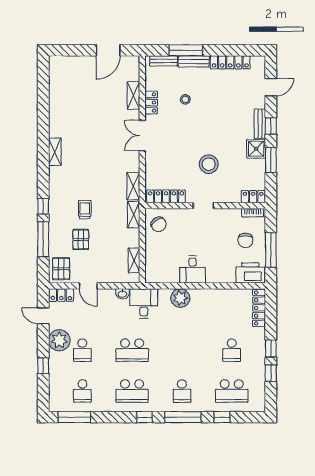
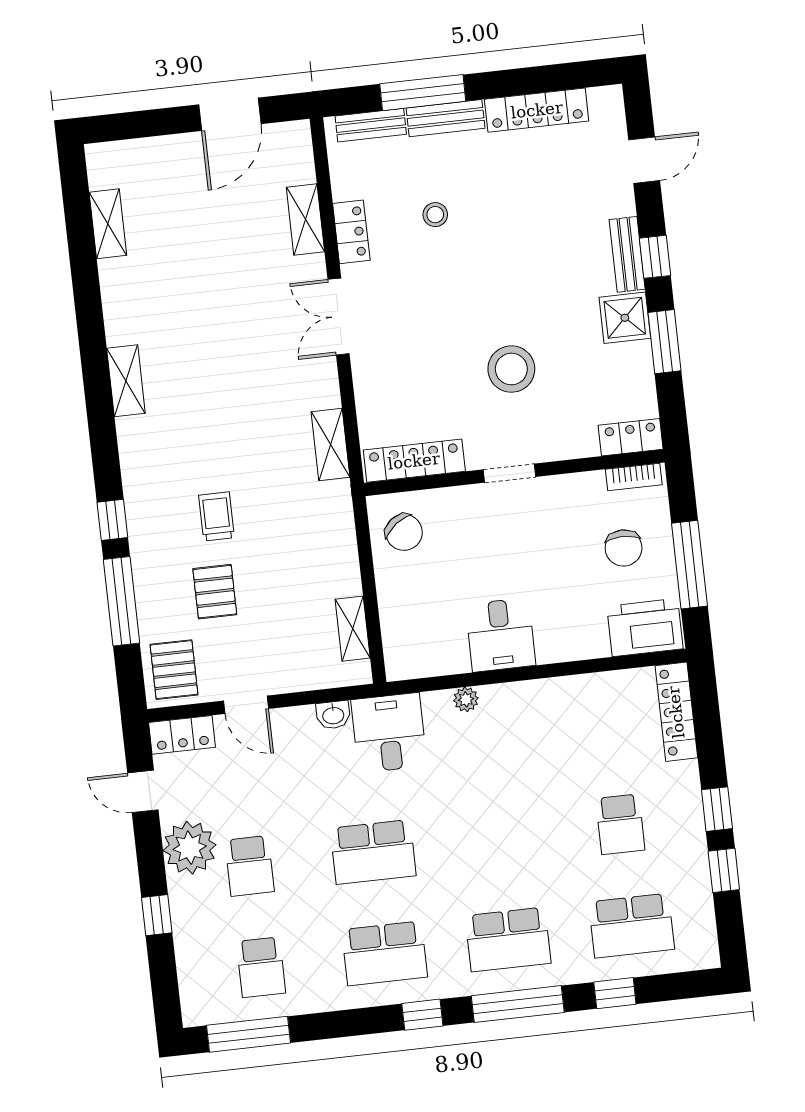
shelving: (134, 215) -> (108, 224), moved
plant: (180, 298) -> (466, 699), width x0.53, depth x0.53
school desk: (182, 391) -> (508, 939), width x1.85

